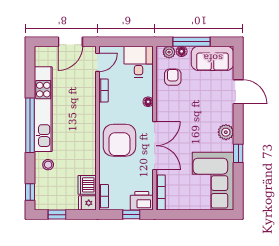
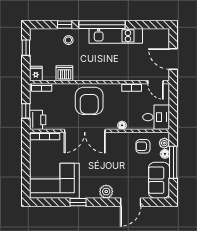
armchair: (173, 77) -> (143, 146), turned 180
kitchen unit: (43, 109) -> (116, 36), width x0.73
plant: (226, 132) -> (106, 192), moved
armchair: (119, 140) -> (89, 101), turned -90
dishwasher: (87, 185) -> (64, 73), moved
window: (30, 192) -> (65, 25), moved

